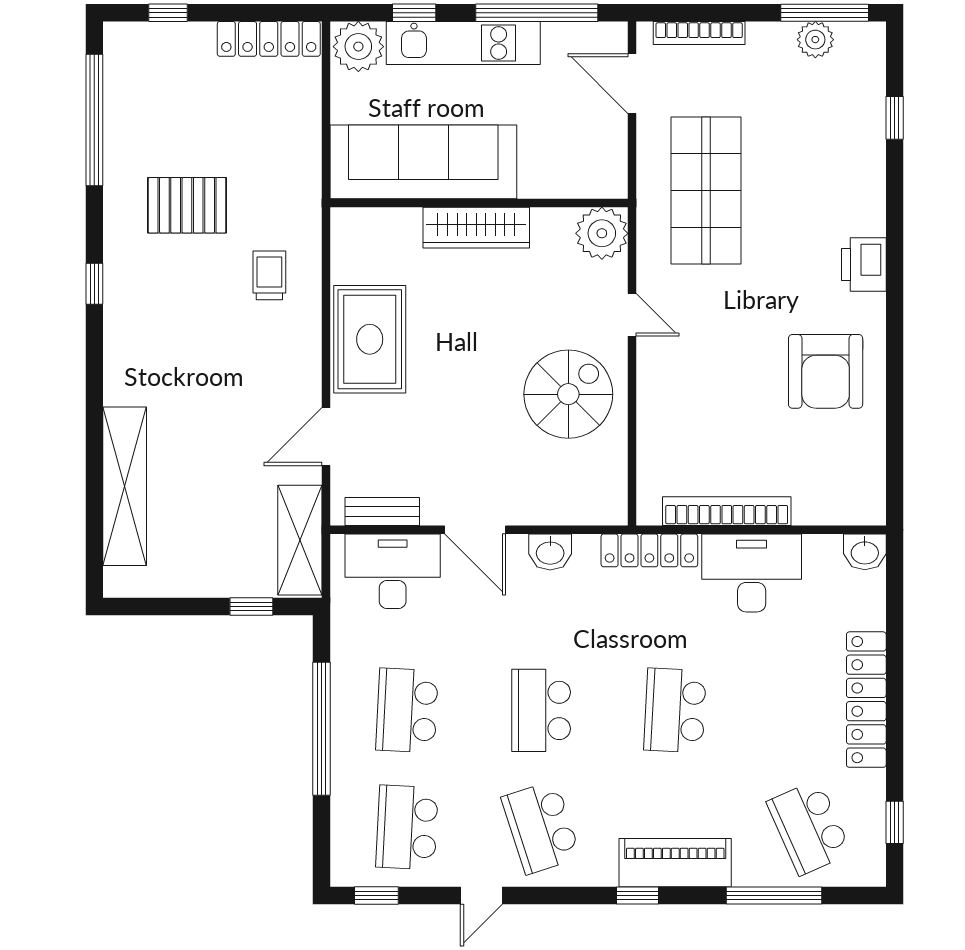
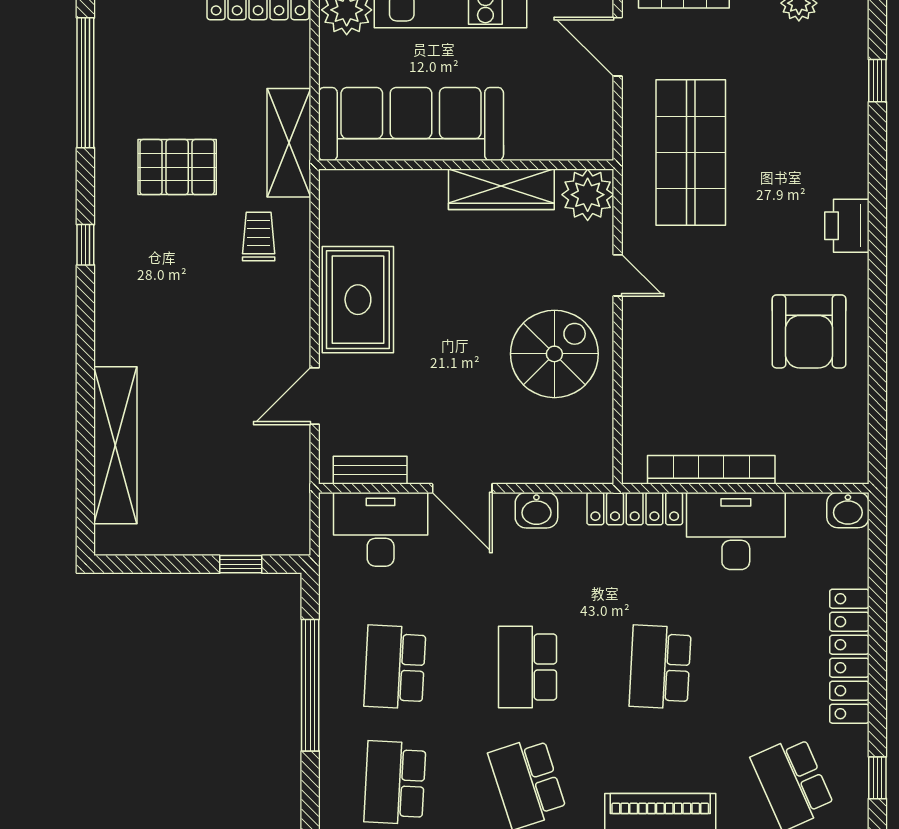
wardrobe: (476, 228) -> (501, 189), moved
shelving: (300, 540) -> (289, 143), moved

